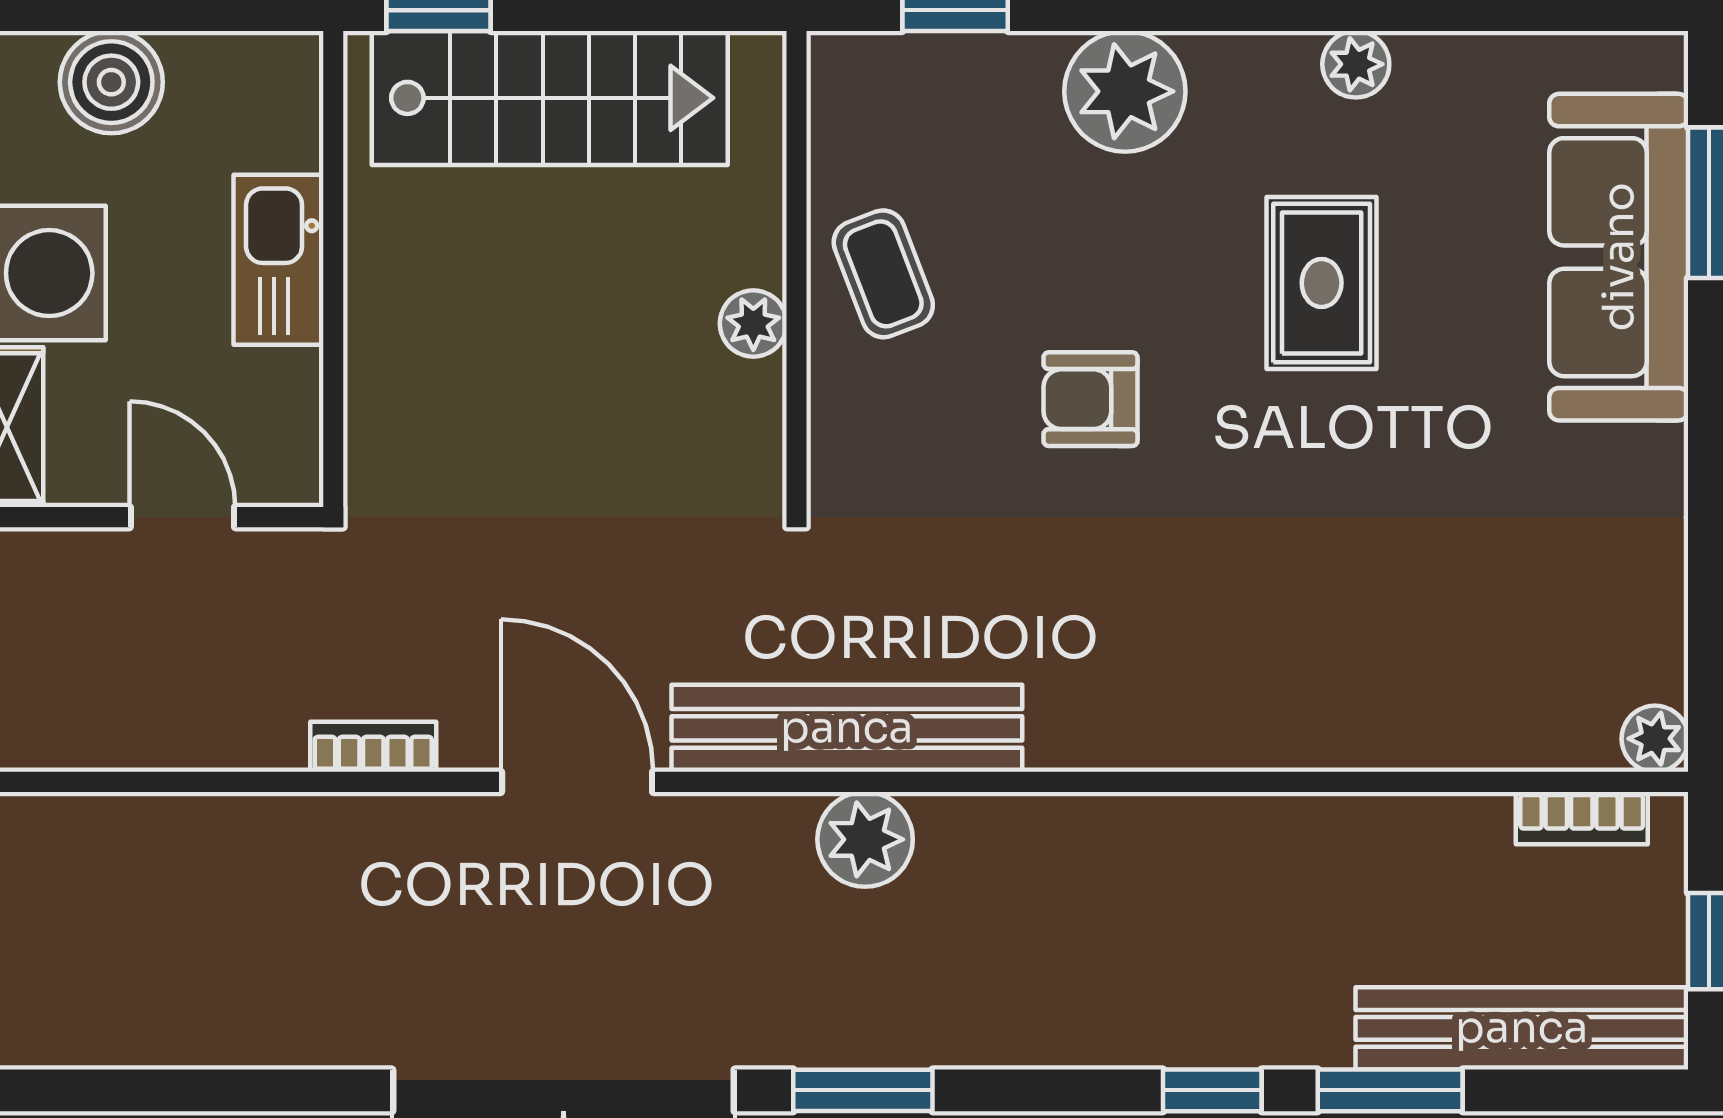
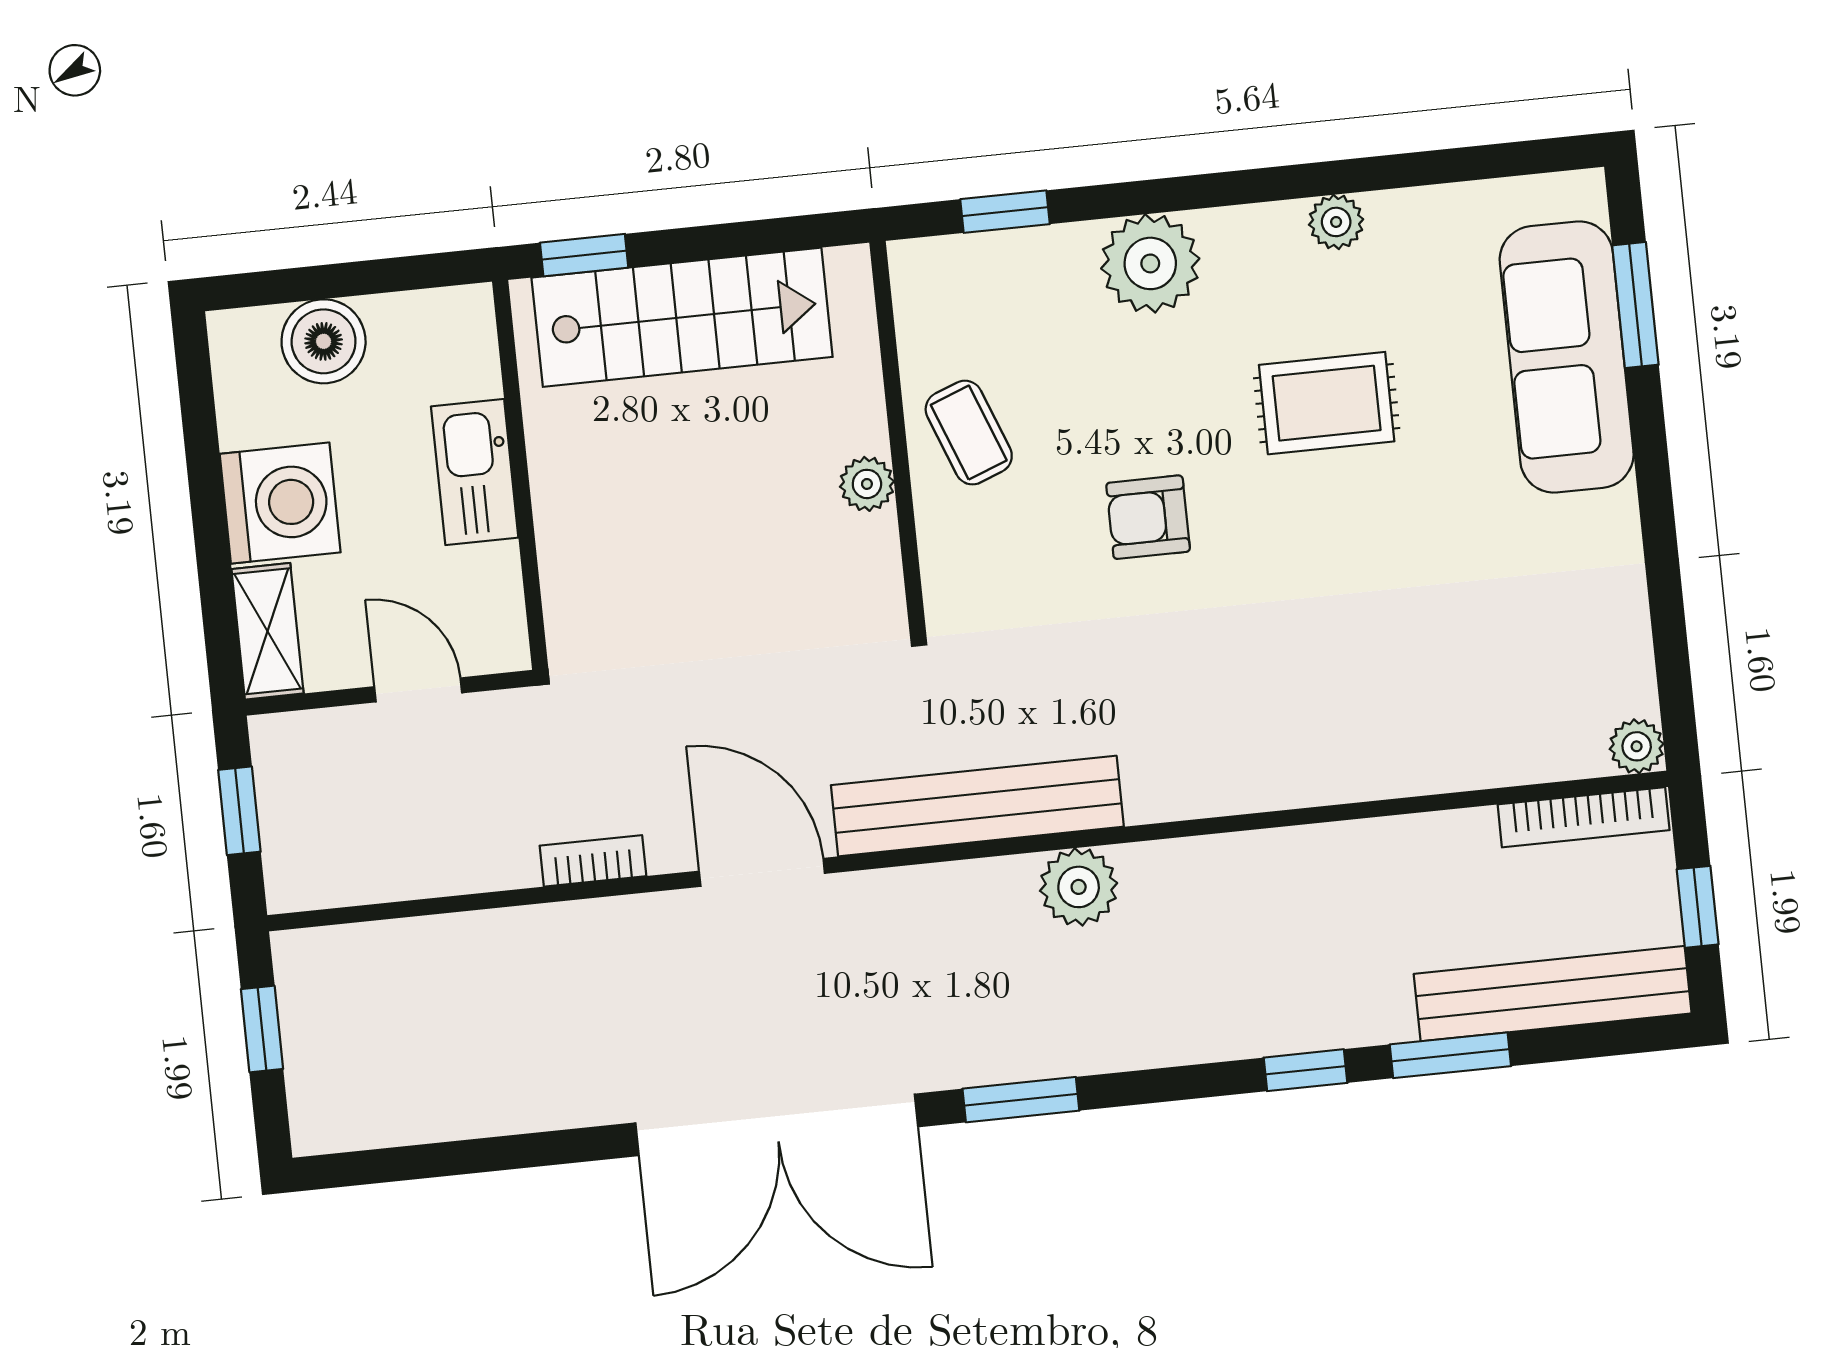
rug: (1322, 283) -> (1327, 403), turned 90
bookcase: (1582, 818) -> (1584, 817), width x1.56
plant: (865, 839) -> (1079, 887), moved

